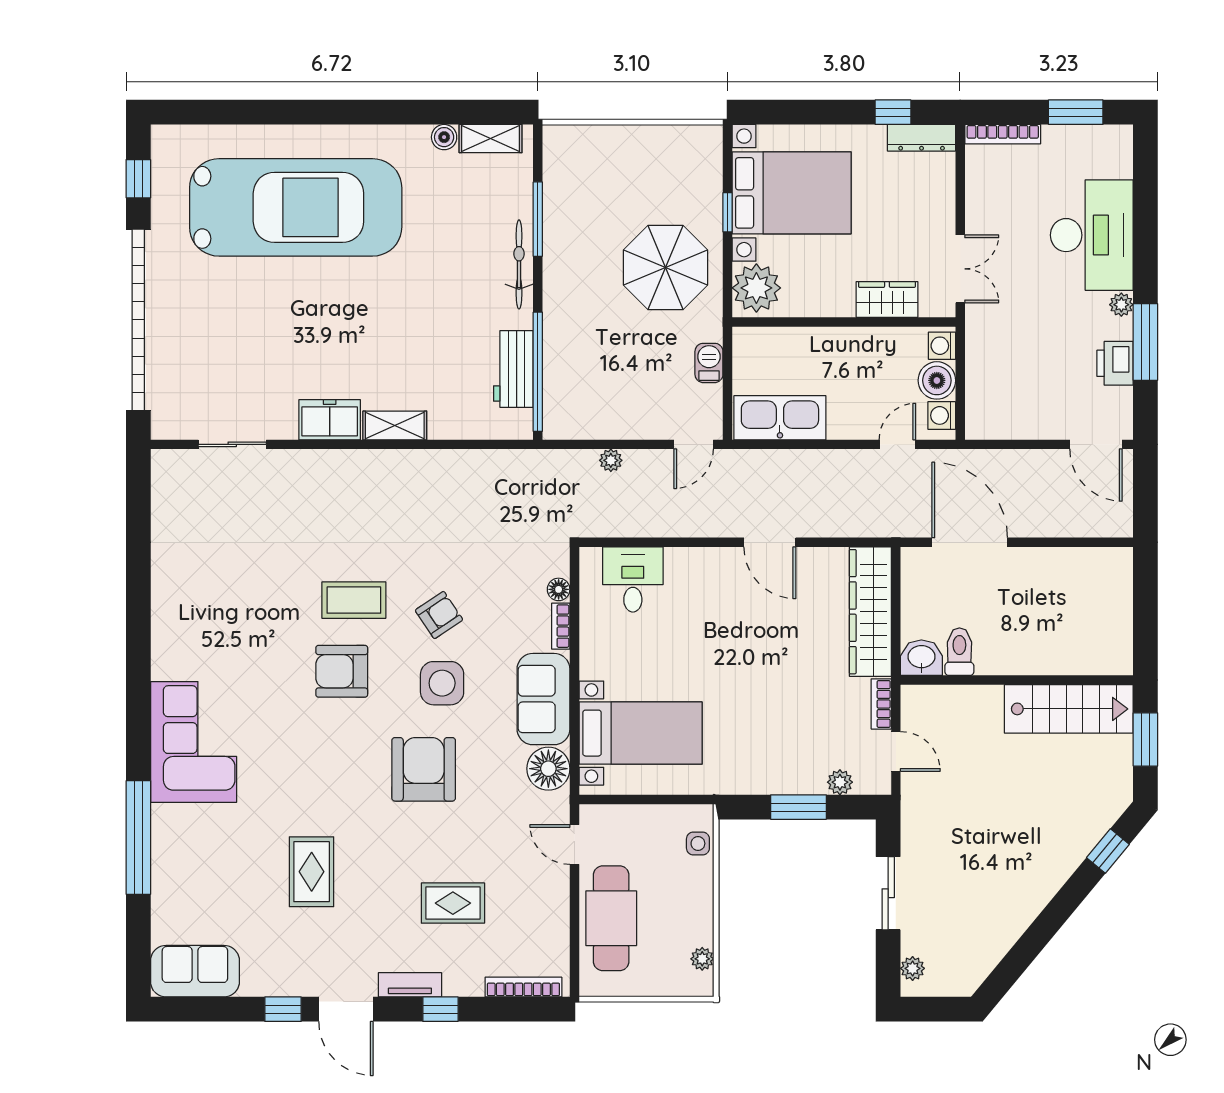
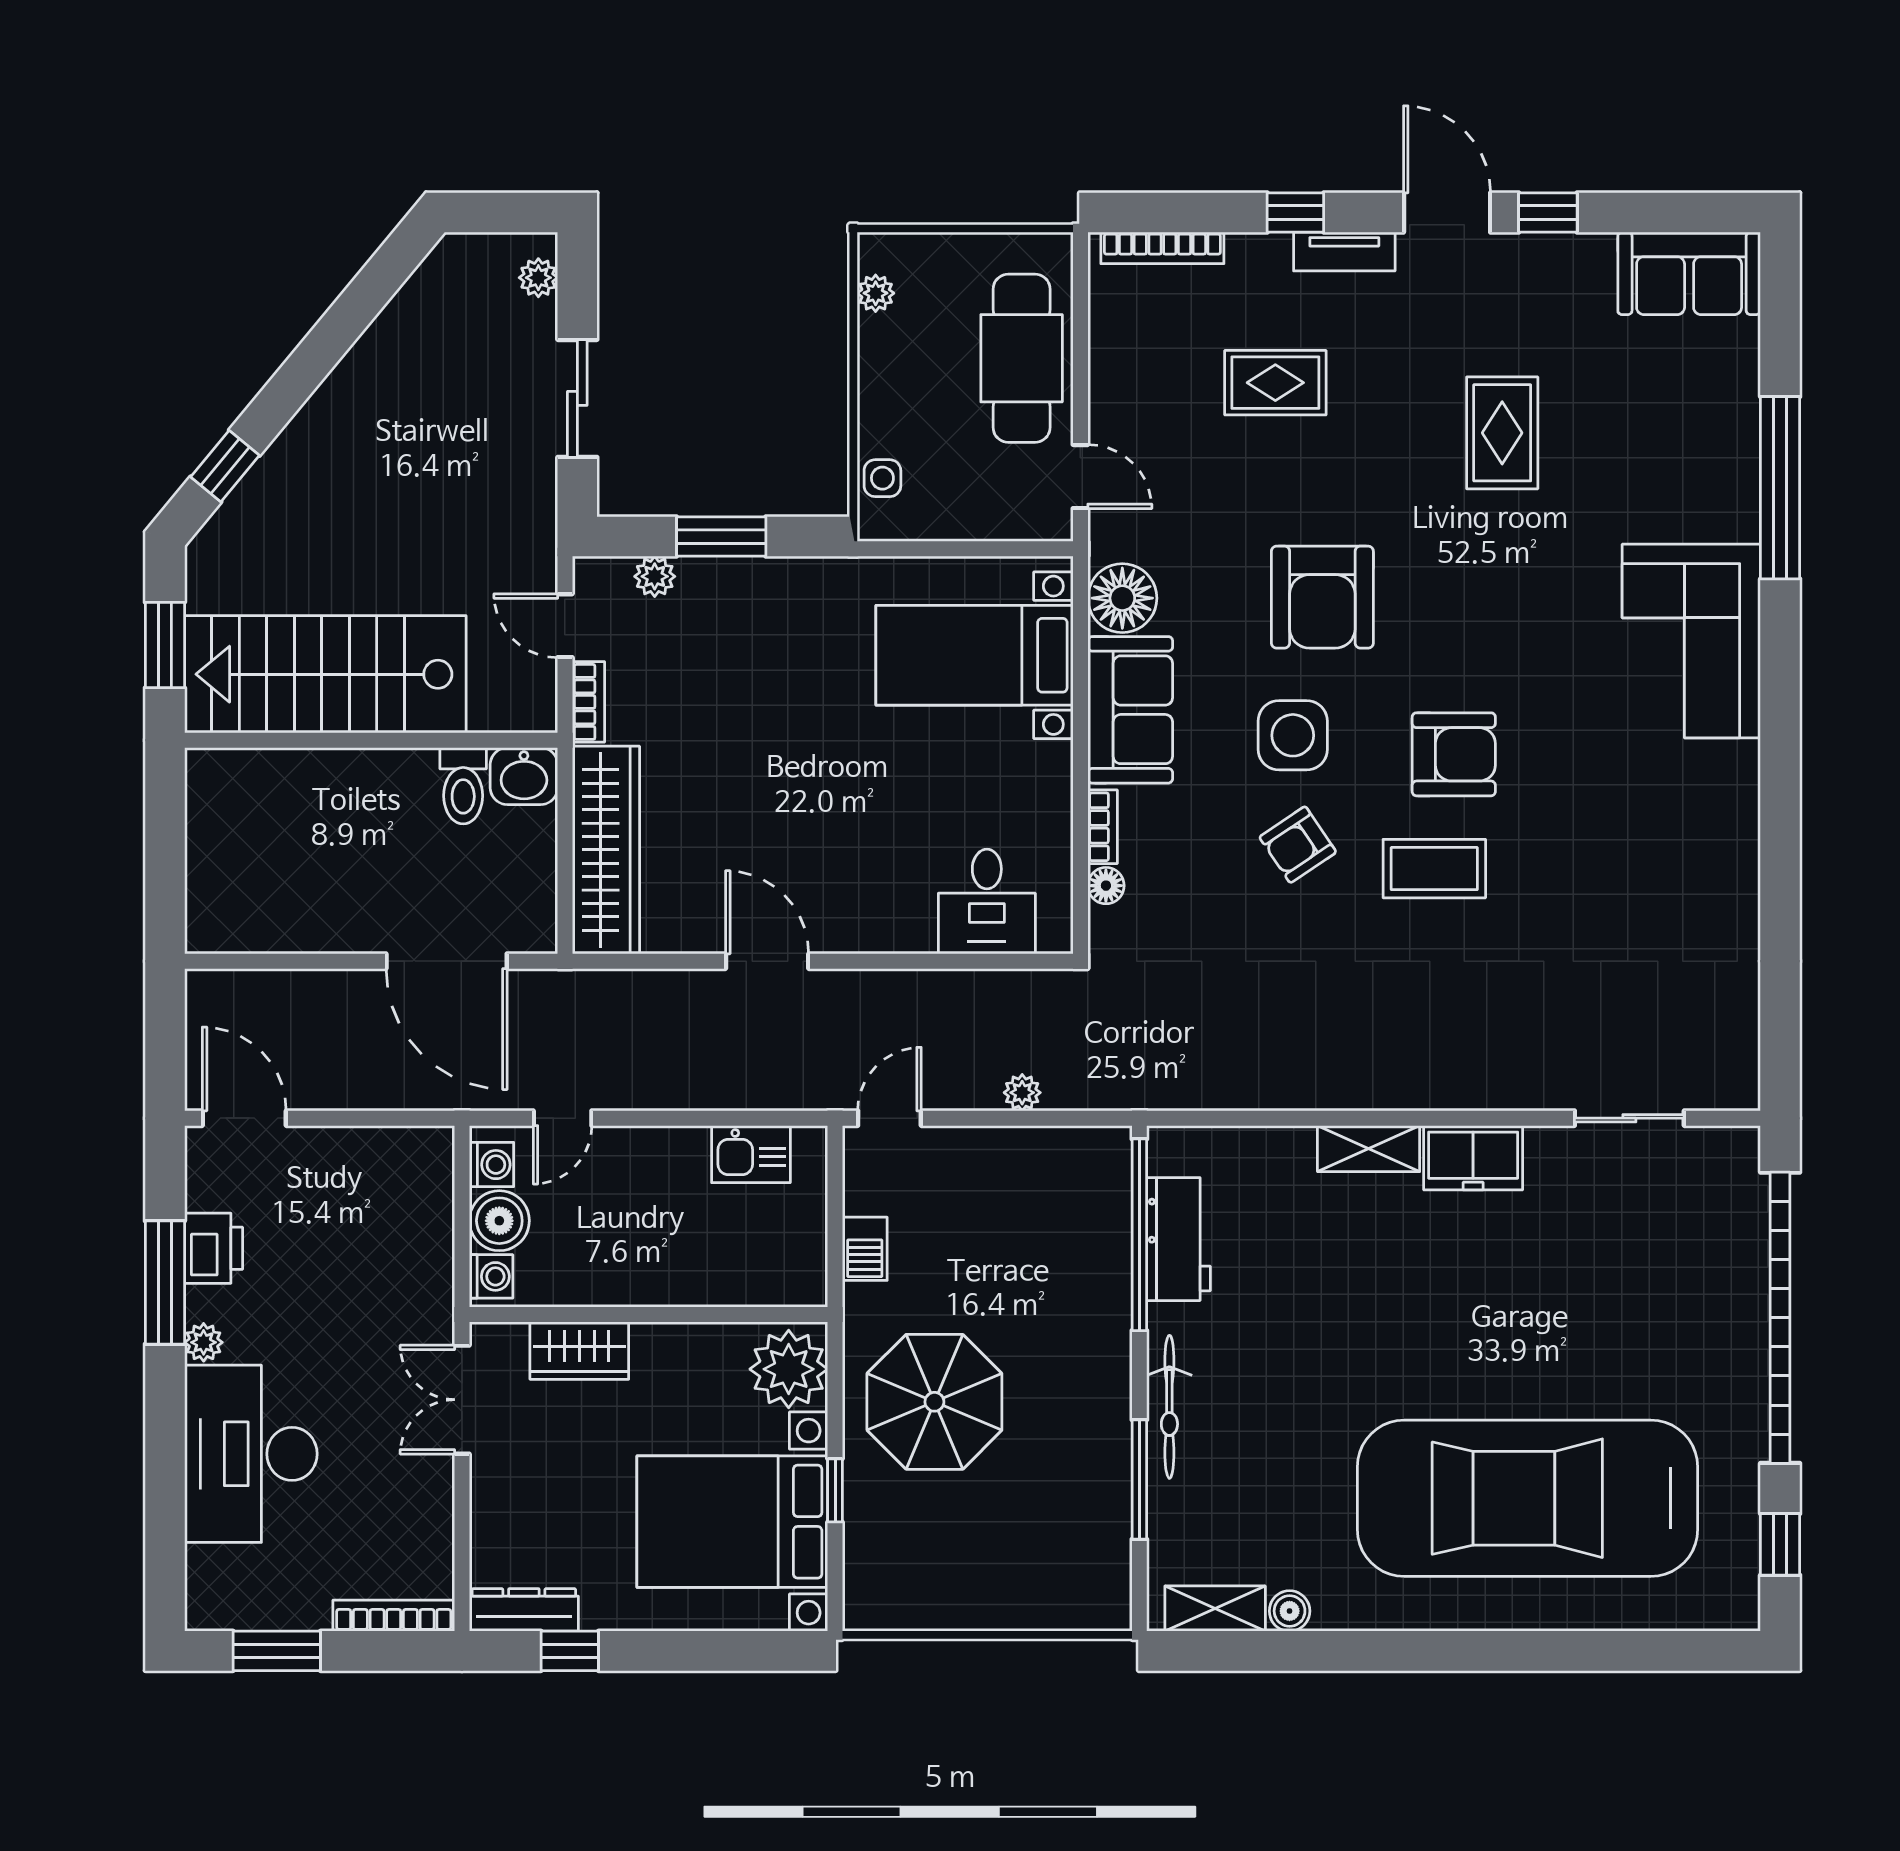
kitchen sink: (780, 418) -> (751, 1154), width x0.53, depth x0.81
stairs: (1069, 709) -> (325, 674), width x1.36, depth x1.51

